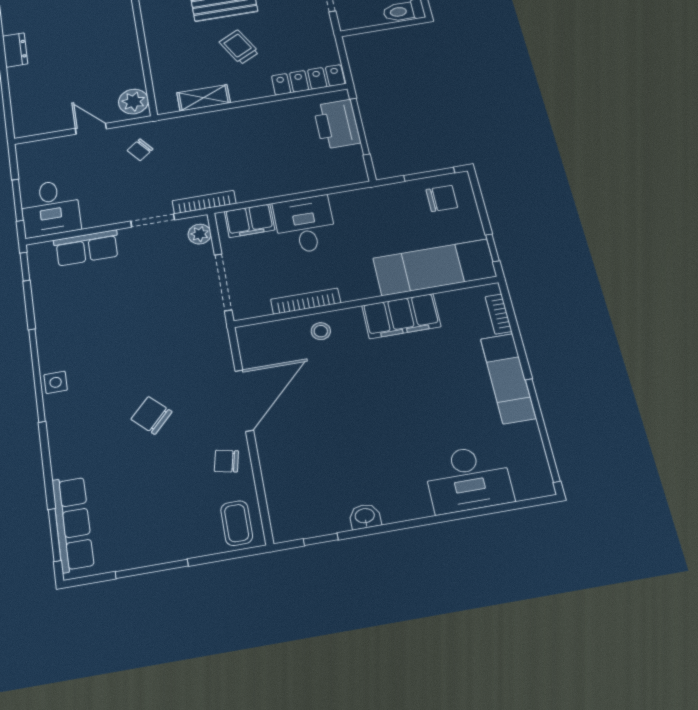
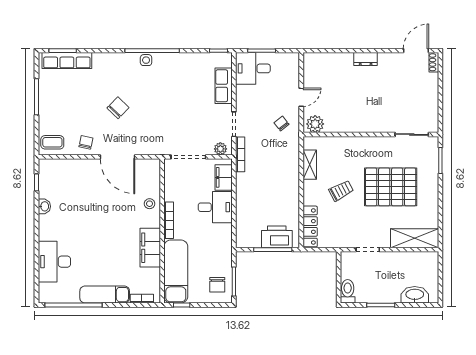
bookcase: (306, 301) -> (169, 220), moved

